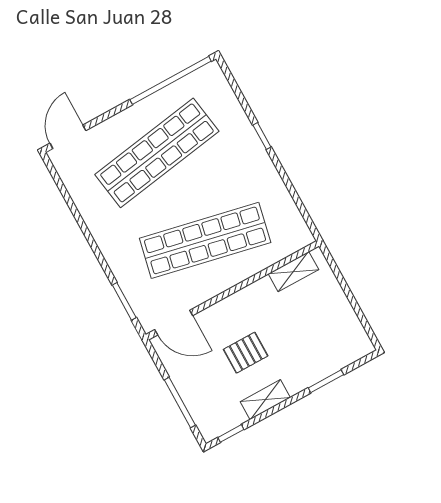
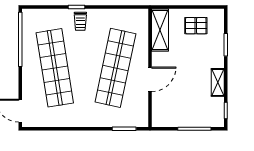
trolley: (245, 153) -> (80, 21), added
shelving: (293, 272) -> (160, 30), width x1.50, depth x1.33
door: (174, 323) -> (150, 79), moved
pallet: (246, 353) -> (196, 26), moved, turned 90

